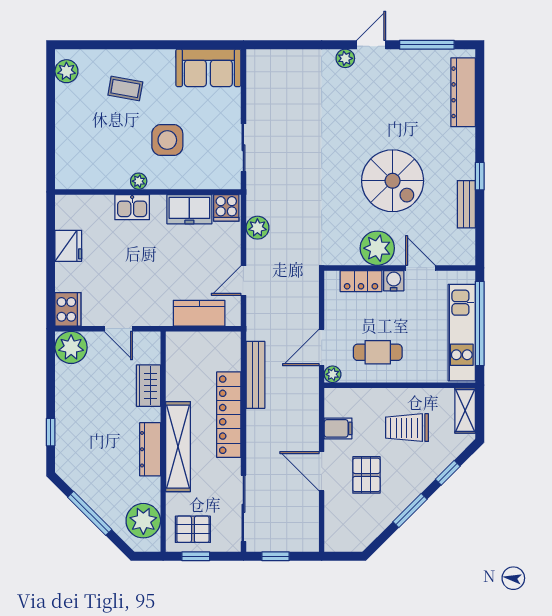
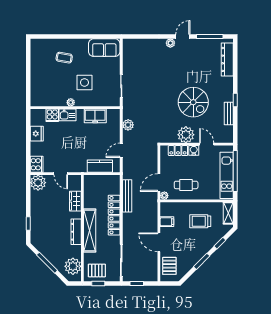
plant: (66, 71) -> (36, 49), removed
cooker: (226, 208) -> (52, 115), moved
pallet: (366, 475) -> (169, 266), moved

